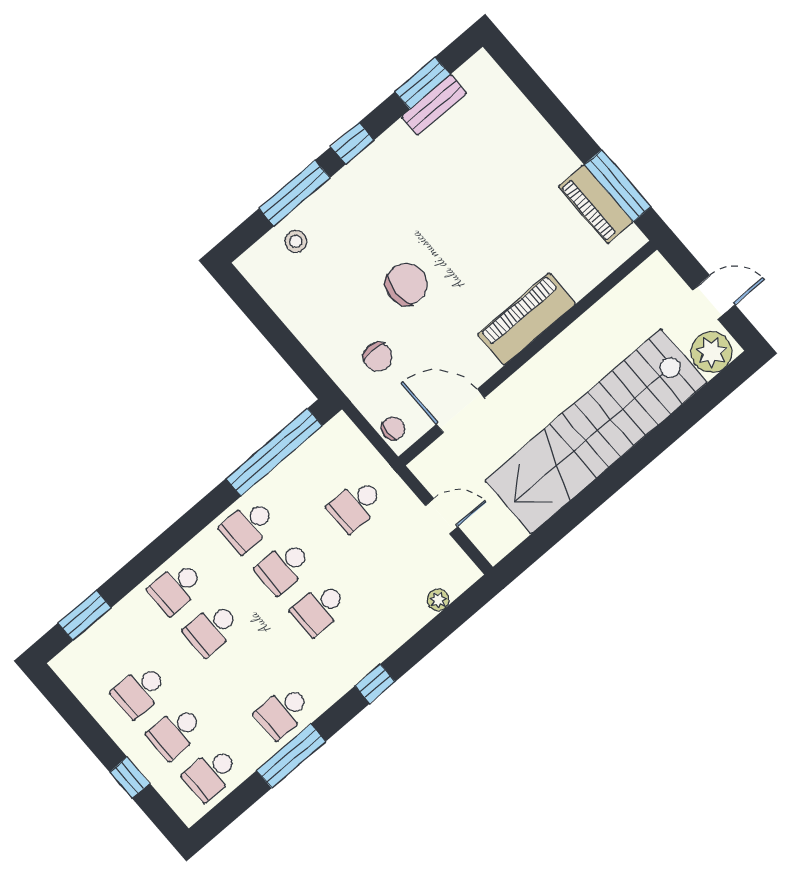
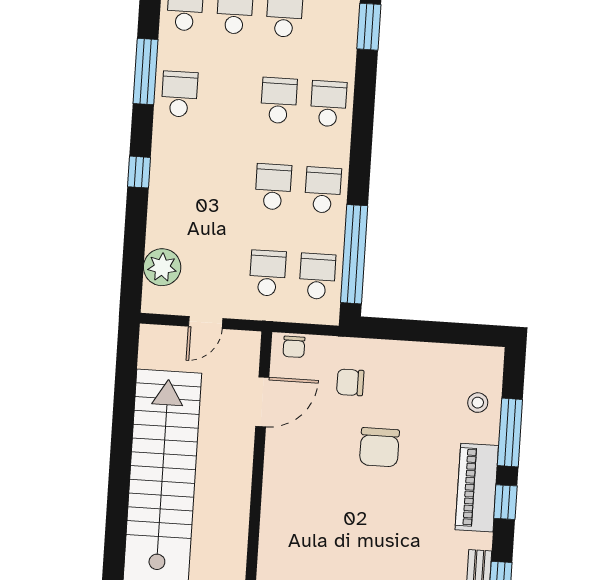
piano: (527, 319) -> (477, 488), moved, turned 180
plant: (438, 600) -> (162, 267), width x1.87, depth x1.87
school desk: (319, 609) -> (317, 276), moved

